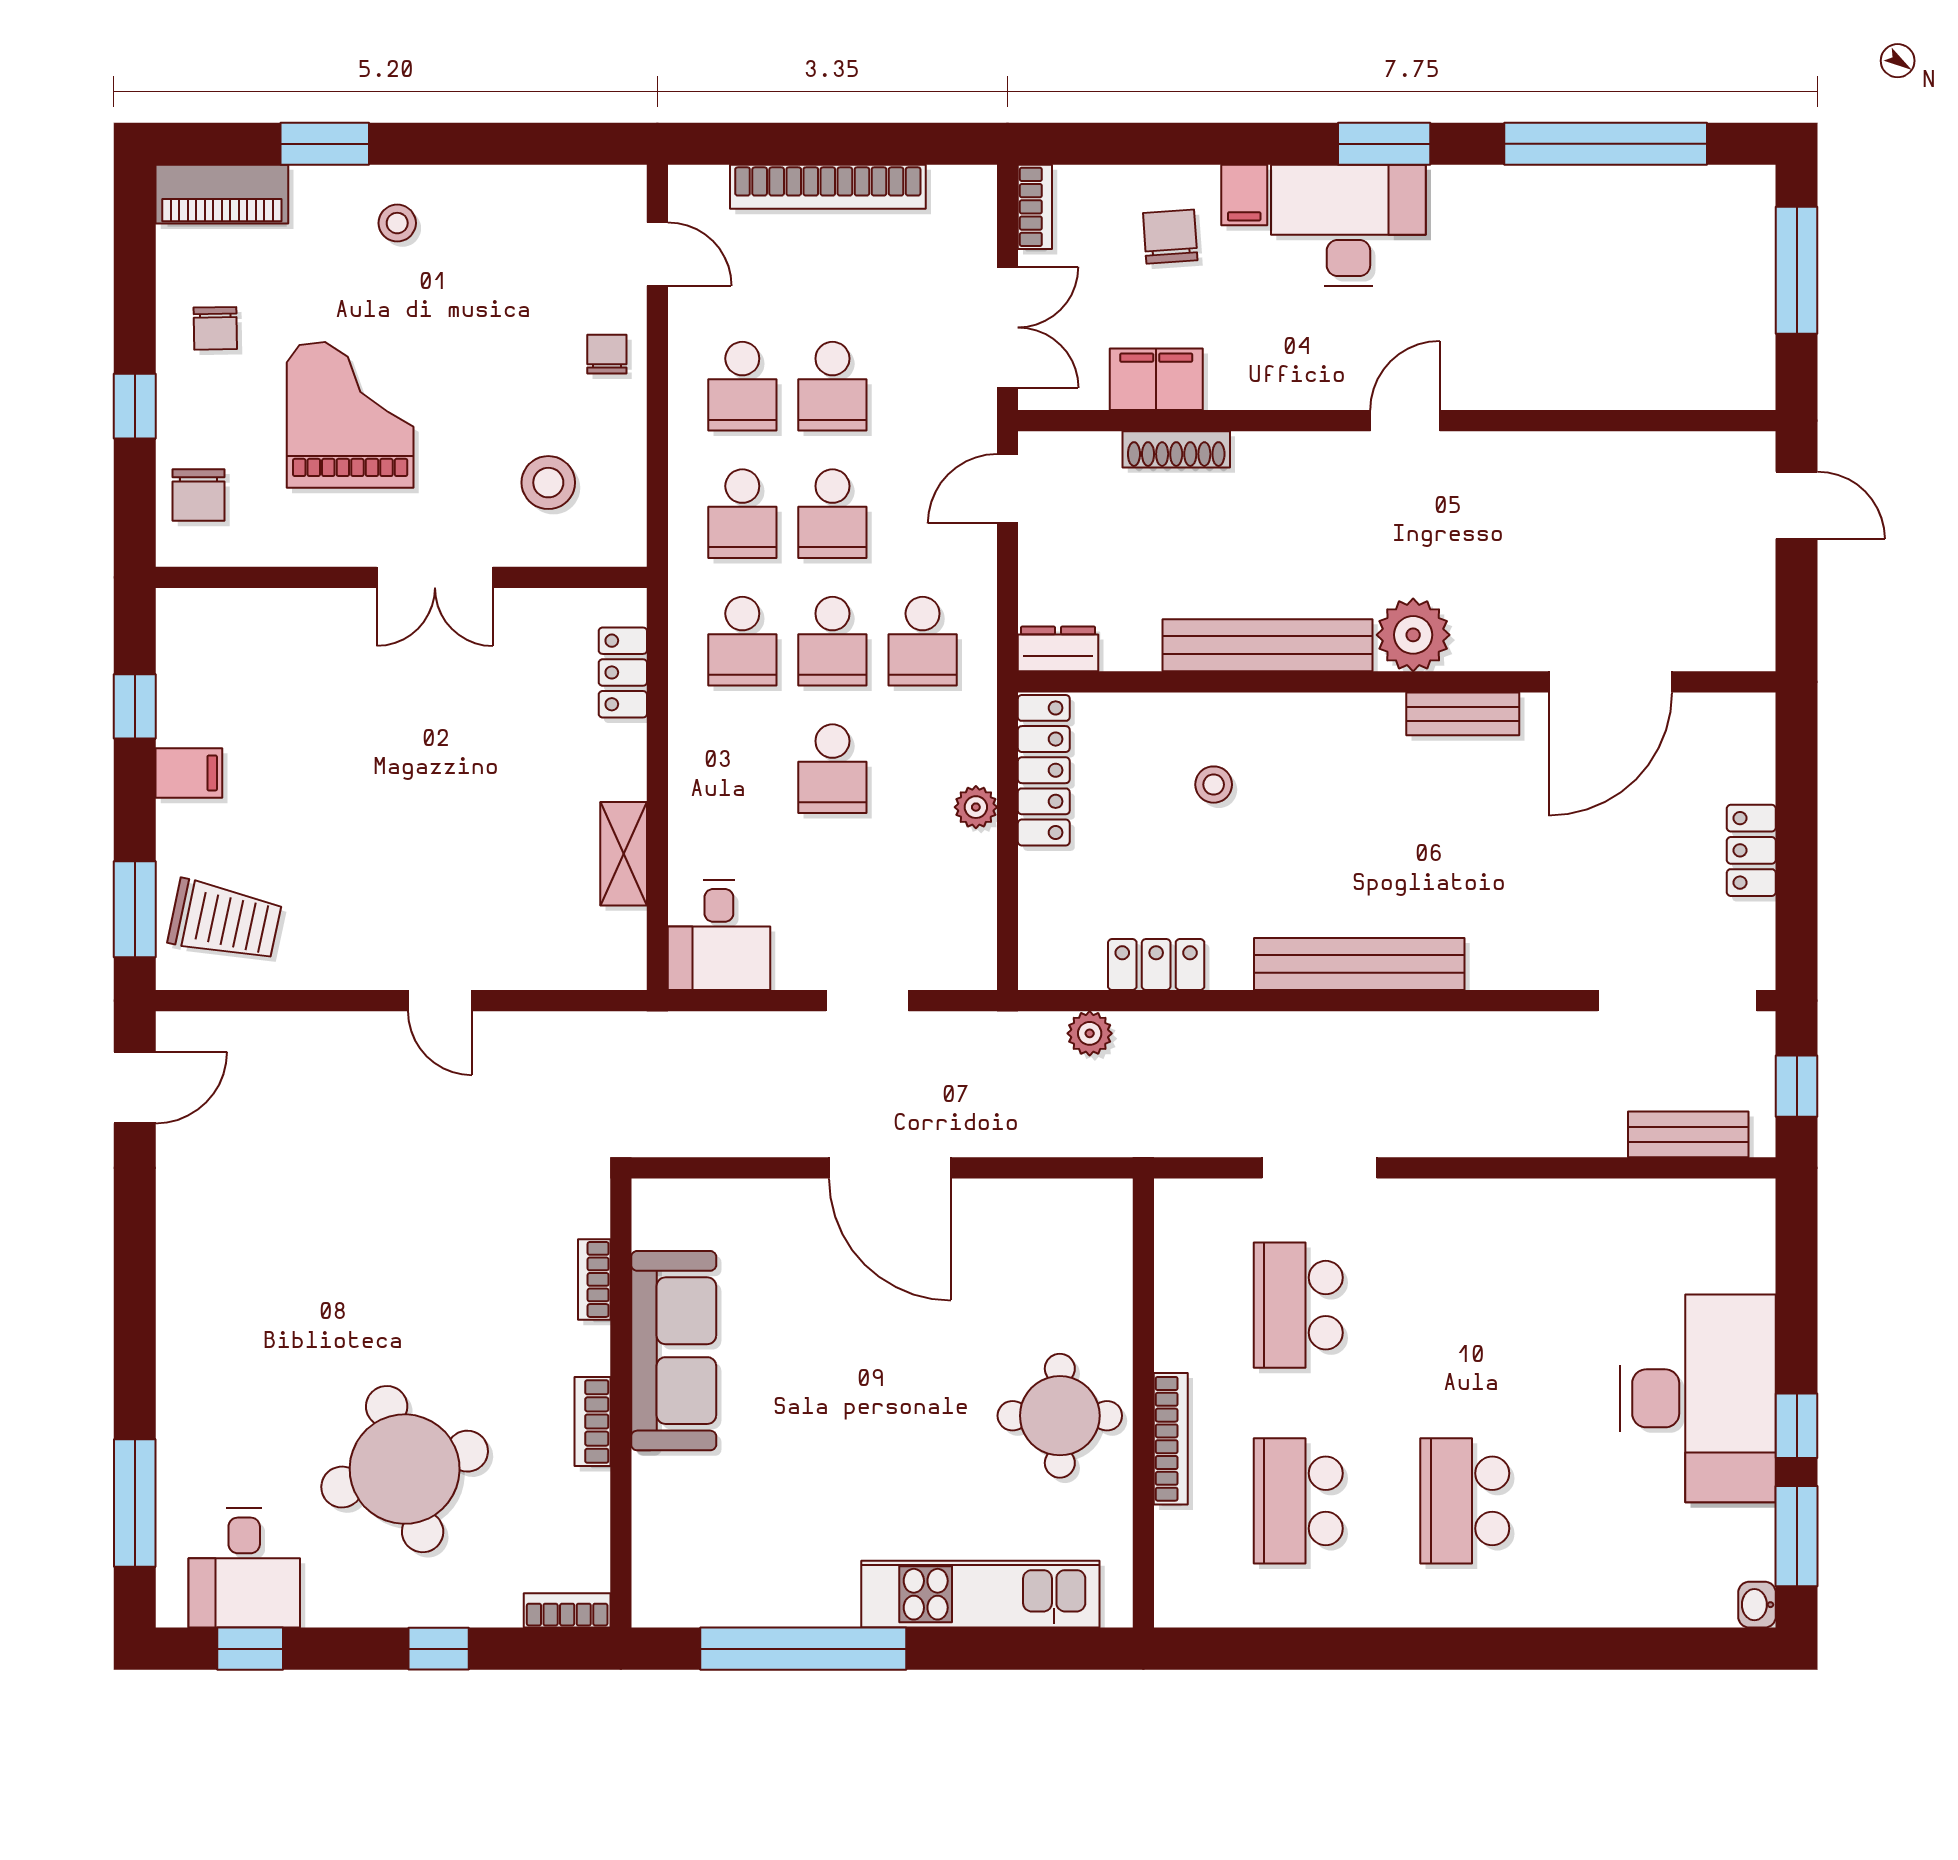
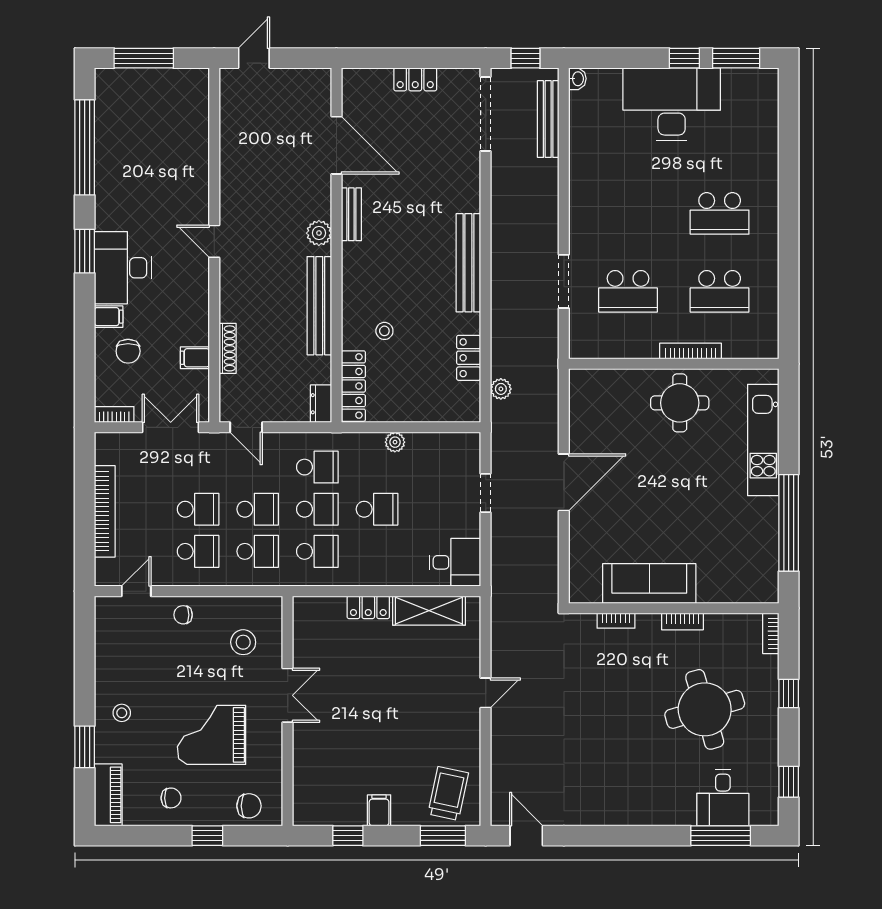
chair: (1170, 237) -> (128, 351), turned -86
filing cabinet: (1156, 379) -> (195, 358), width x0.50
plant: (1413, 635) -> (319, 233), width x0.73, depth x0.73
locker: (623, 672) -> (368, 607), moved
locker: (1044, 770) -> (353, 386), moved, turned 90
shelving: (624, 854) -> (429, 611), width x1.50, depth x1.33
bench: (1688, 1134) -> (548, 119), width x1.36
desk: (244, 1568) -> (723, 798), moved, turned 90
washbasin: (1757, 1605) -> (577, 79), moved, turned -90

